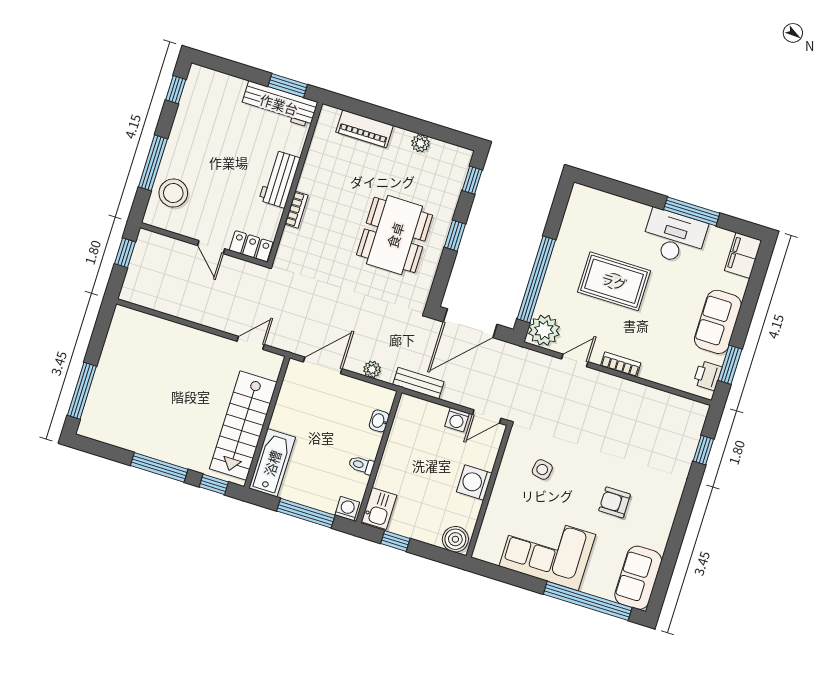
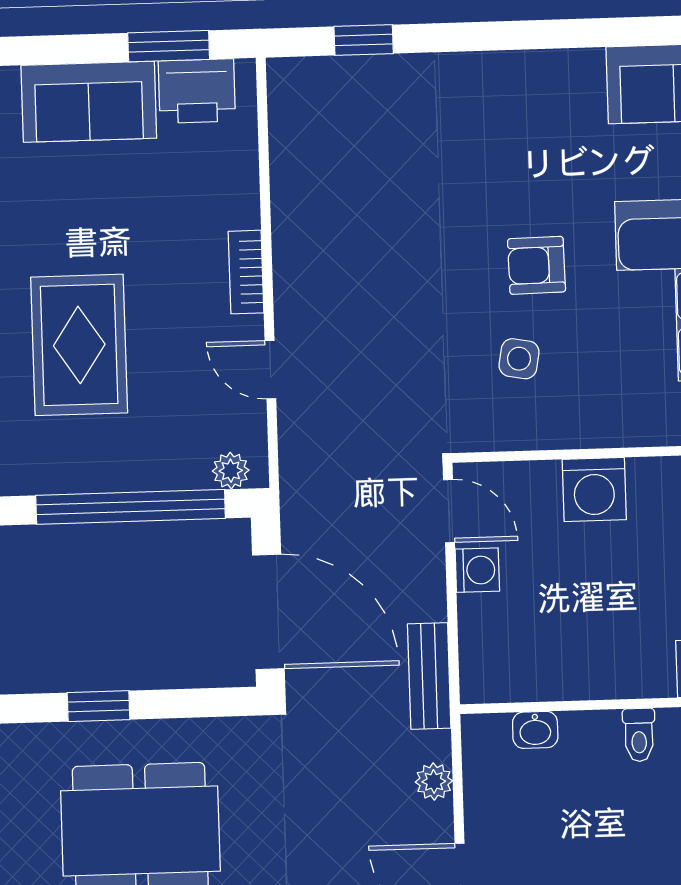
plant: (544, 330) -> (231, 471), width x0.53, depth x0.53
printer: (708, 375) -> (197, 91), width x1.36, depth x1.24
armchair: (615, 502) -> (537, 265), moved, turned 89

